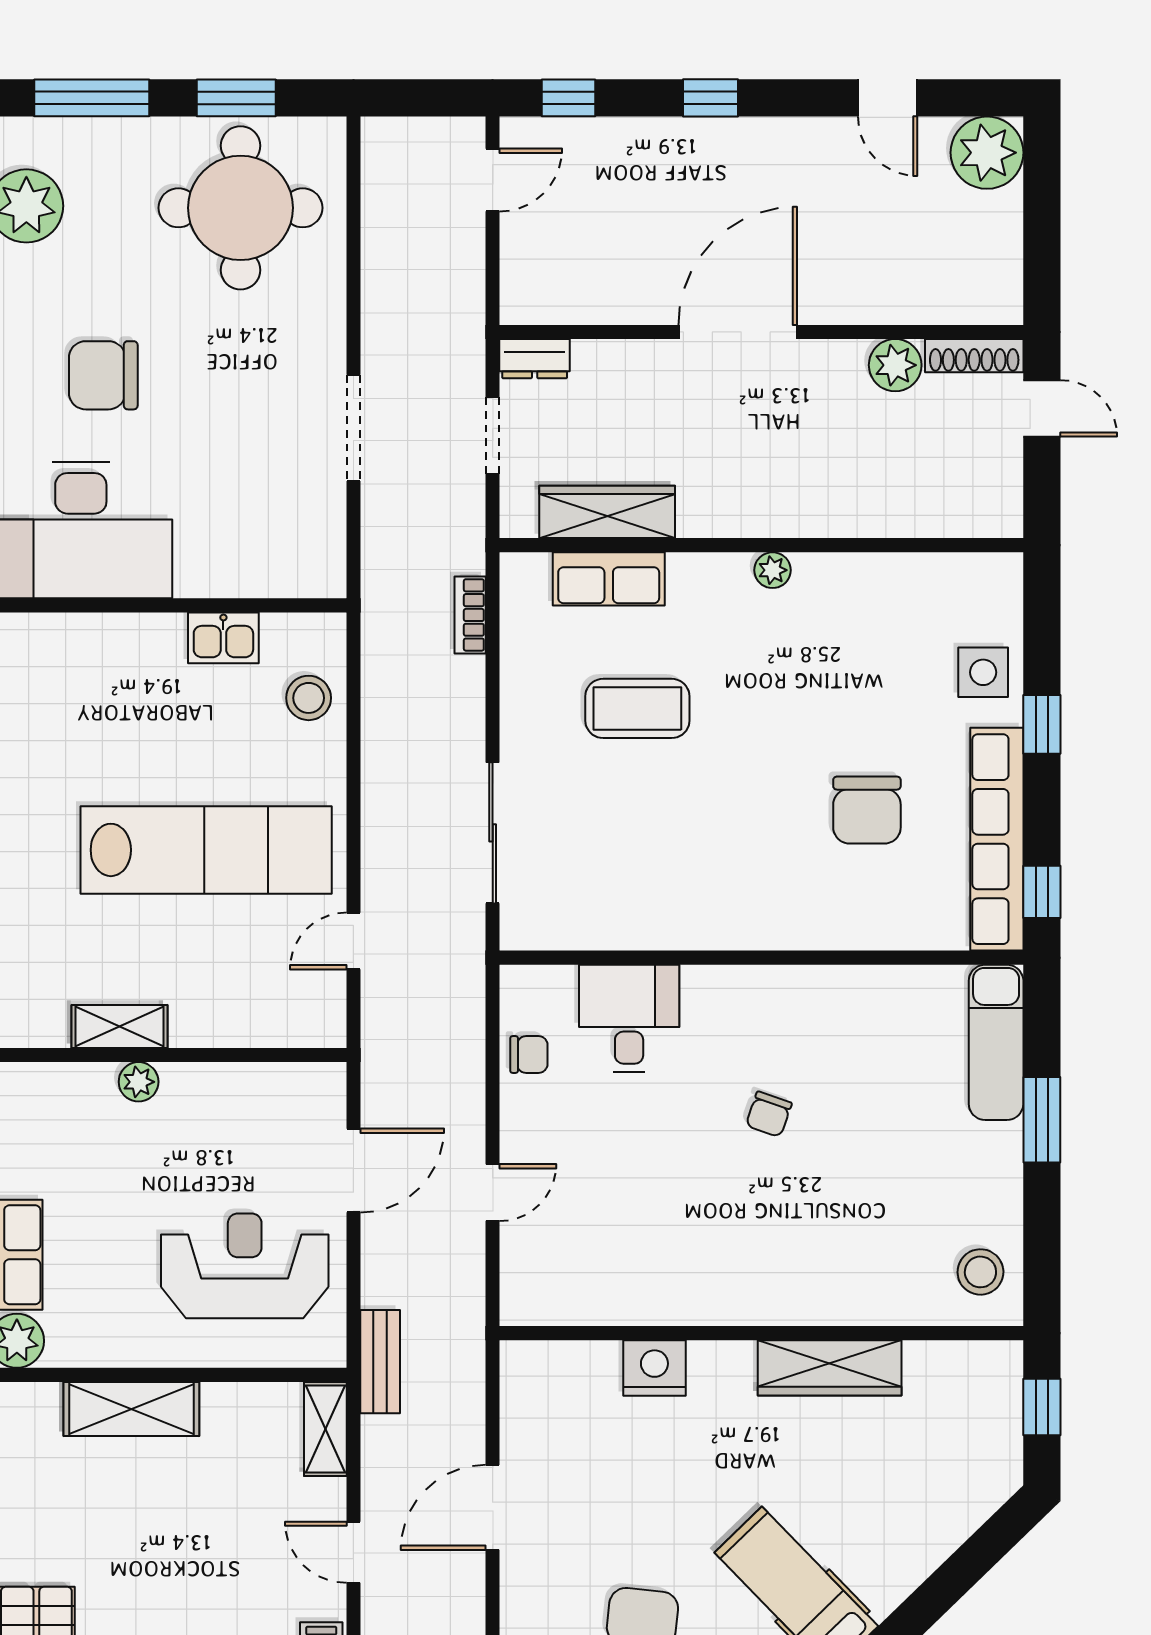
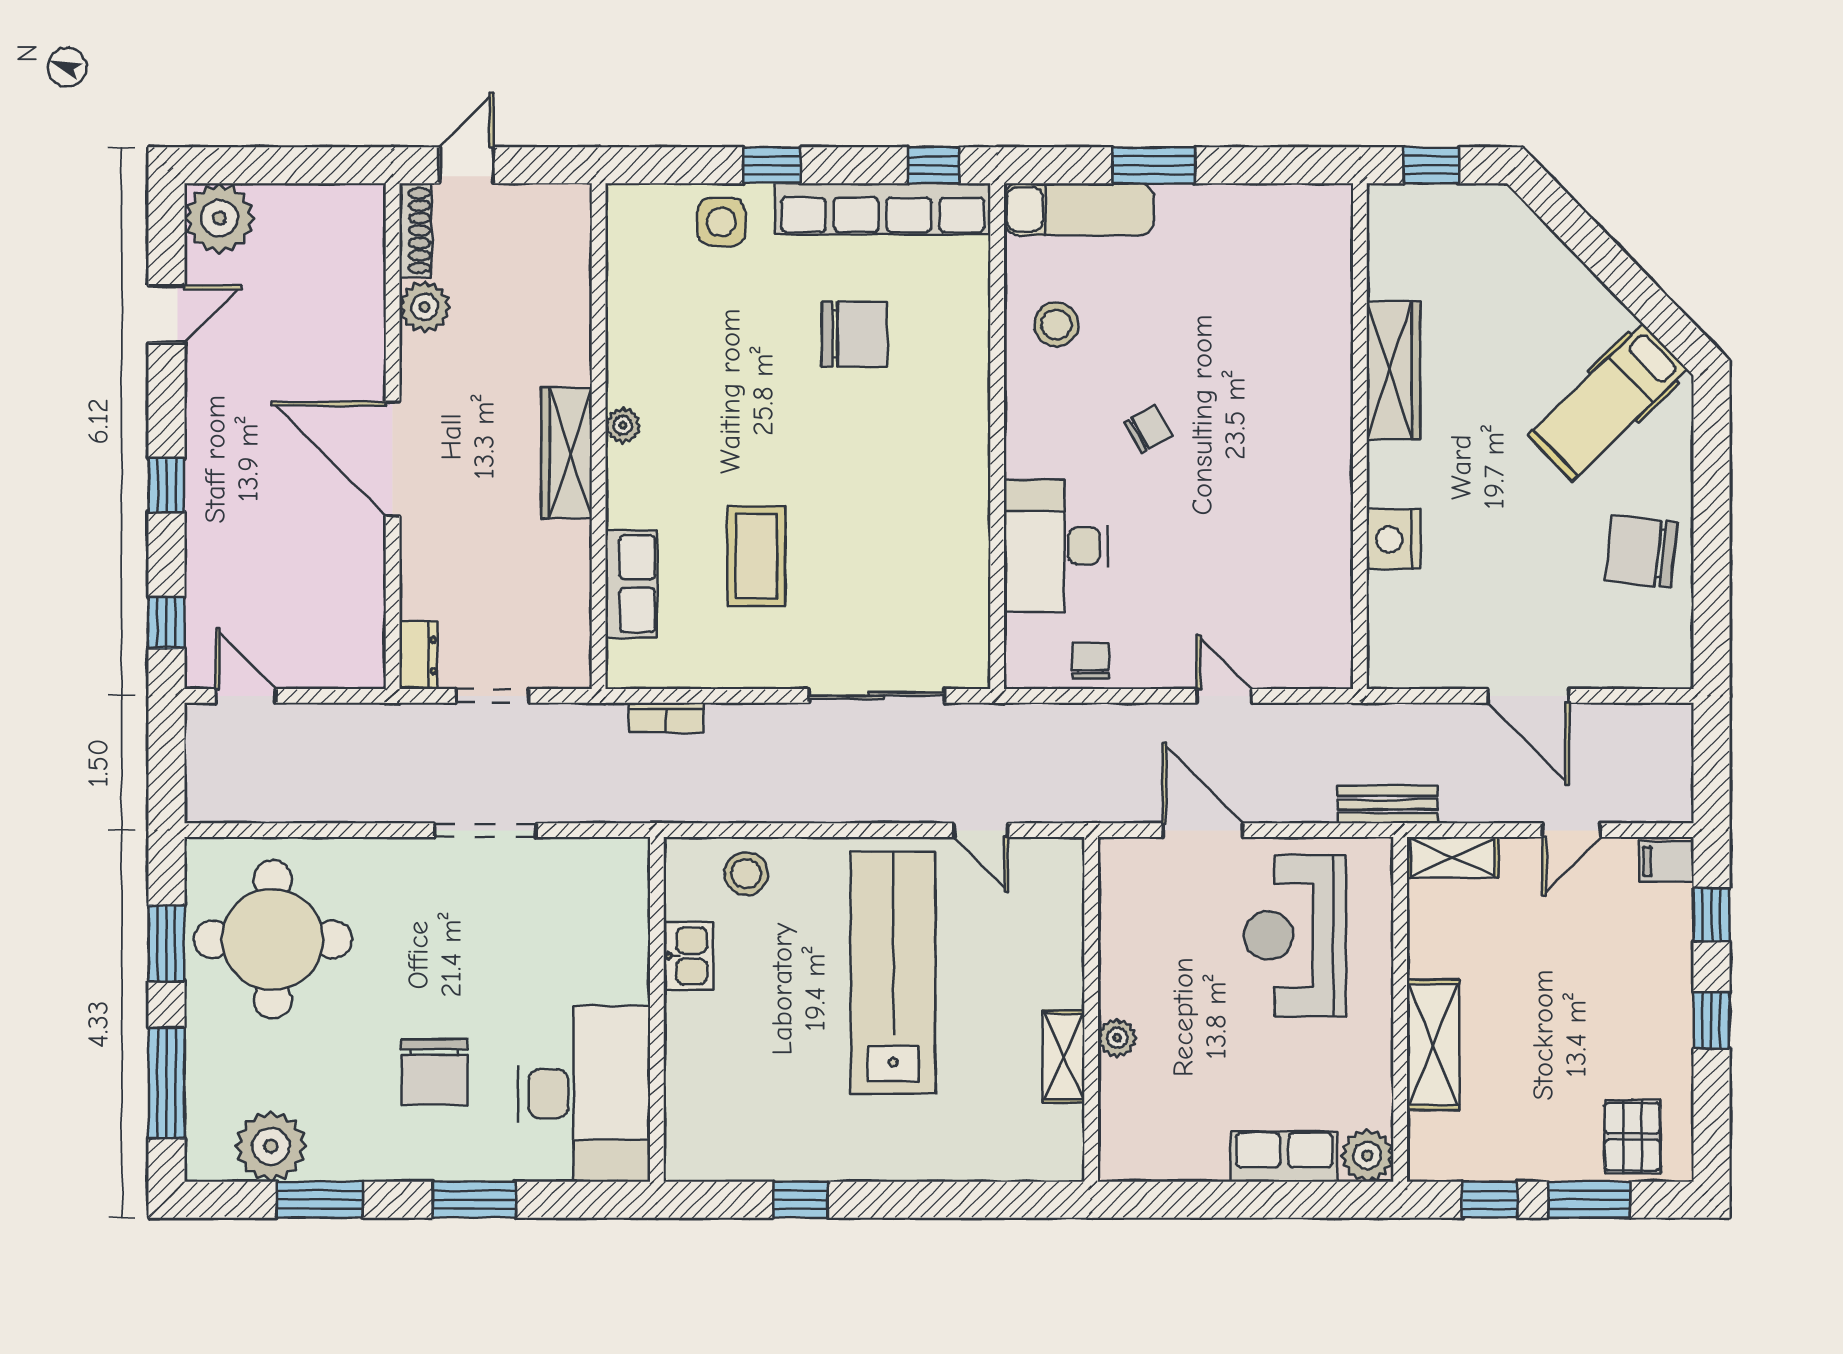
wardrobe: (607, 512) -> (567, 453), moved
desk: (629, 1019) -> (1056, 546), width x1.37
chair: (769, 1114) -> (1148, 429), turned -49
stool: (980, 1272) -> (1056, 324), moved

